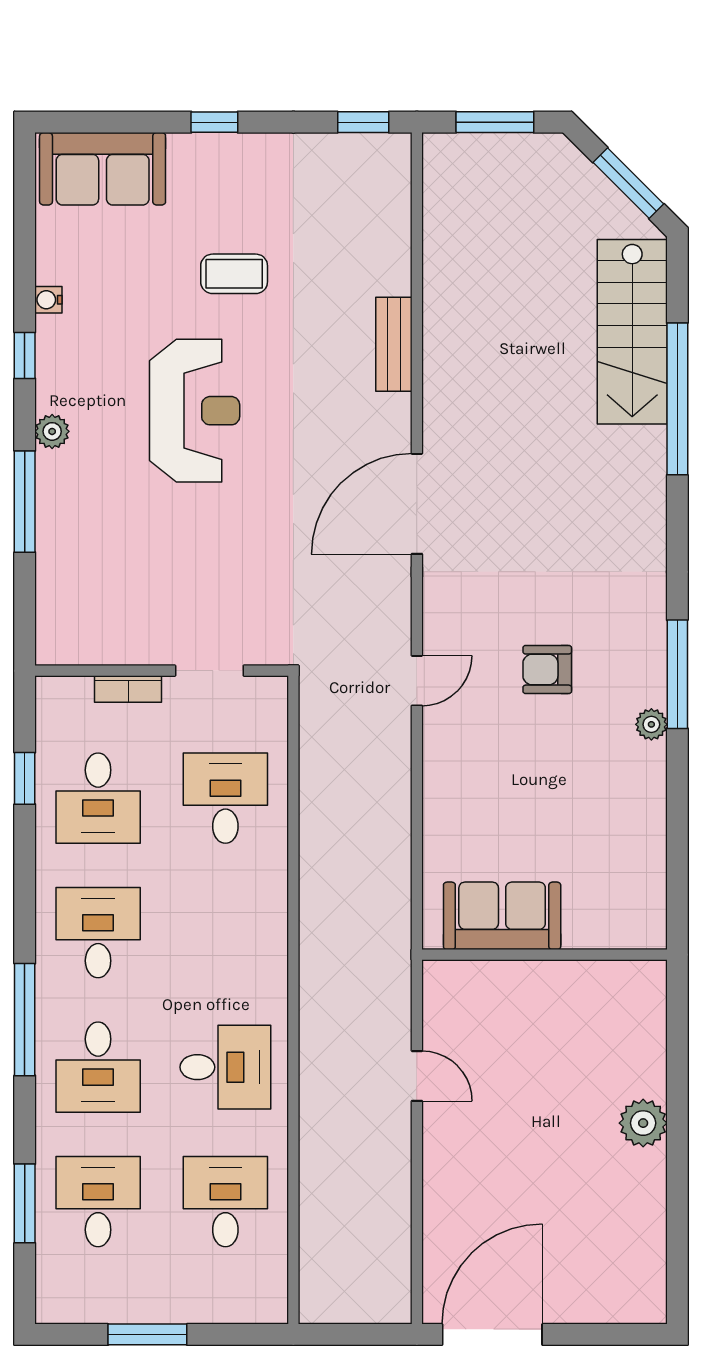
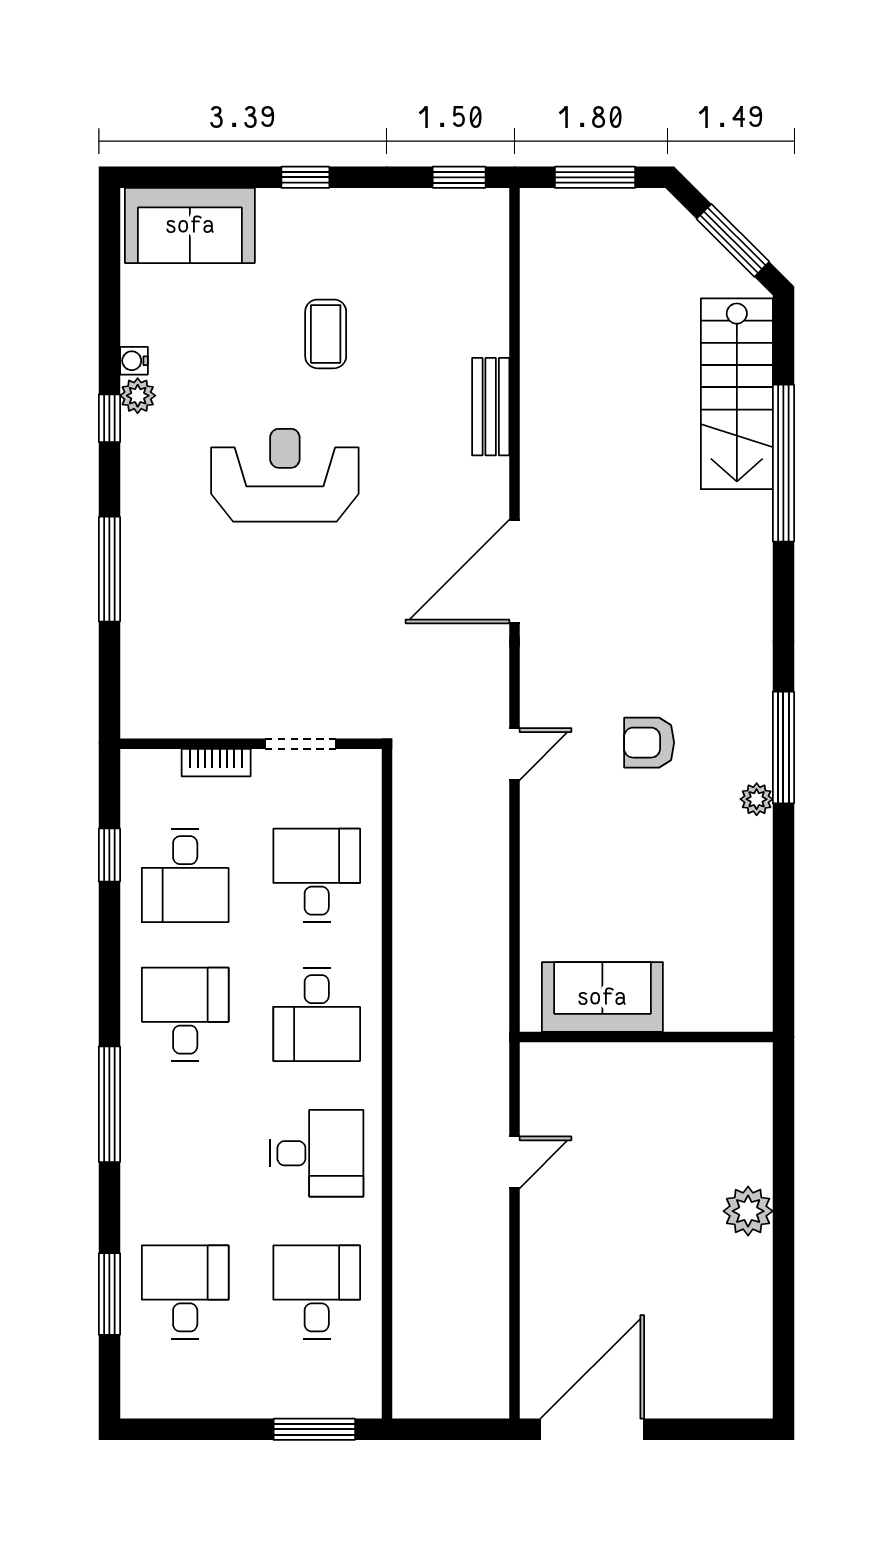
coffee table: (234, 274) -> (326, 334), turned 90
reception desk: (195, 411) -> (285, 475), turned -90
plant: (52, 431) -> (138, 396), moved
desk: (98, 1067) -> (317, 1014), moved
door: (417, 1076) -> (514, 1162), hinge flipped
window: (147, 1334) -> (314, 1429), moved

